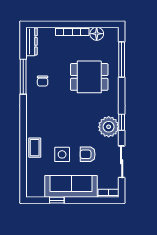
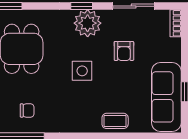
side table: (62, 154) -> (82, 71), moved
sofa: (71, 186) -> (166, 97), moved

